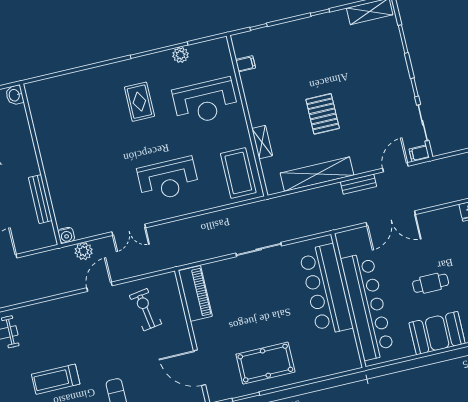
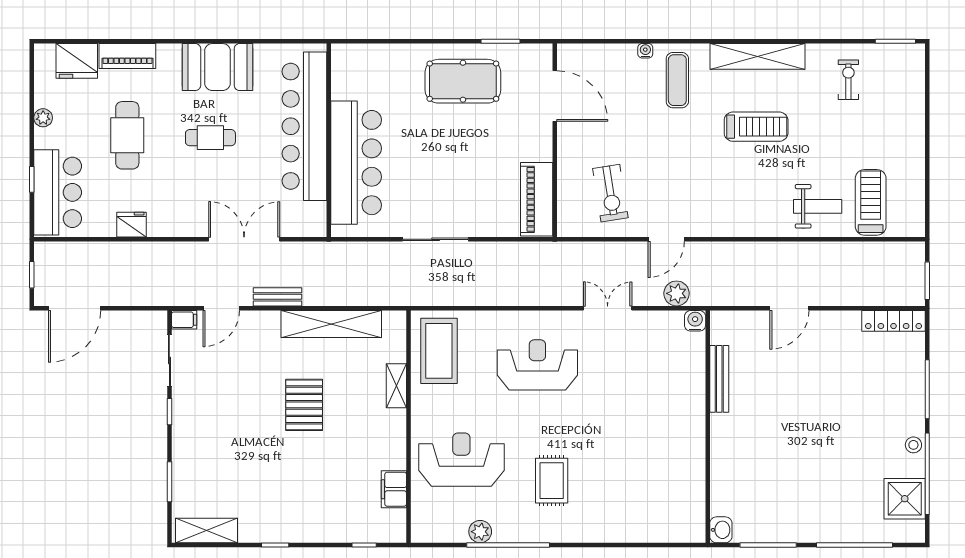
filing cabinet: (245, 64) -> (394, 489), width x2.00

